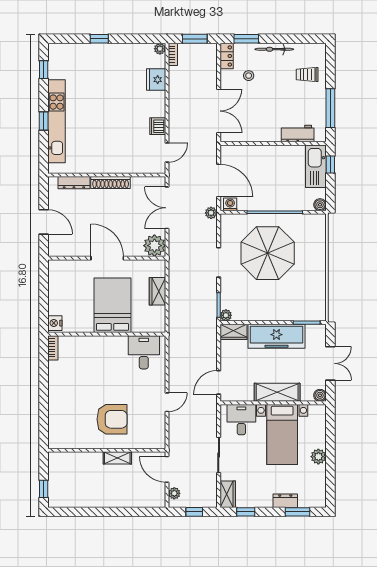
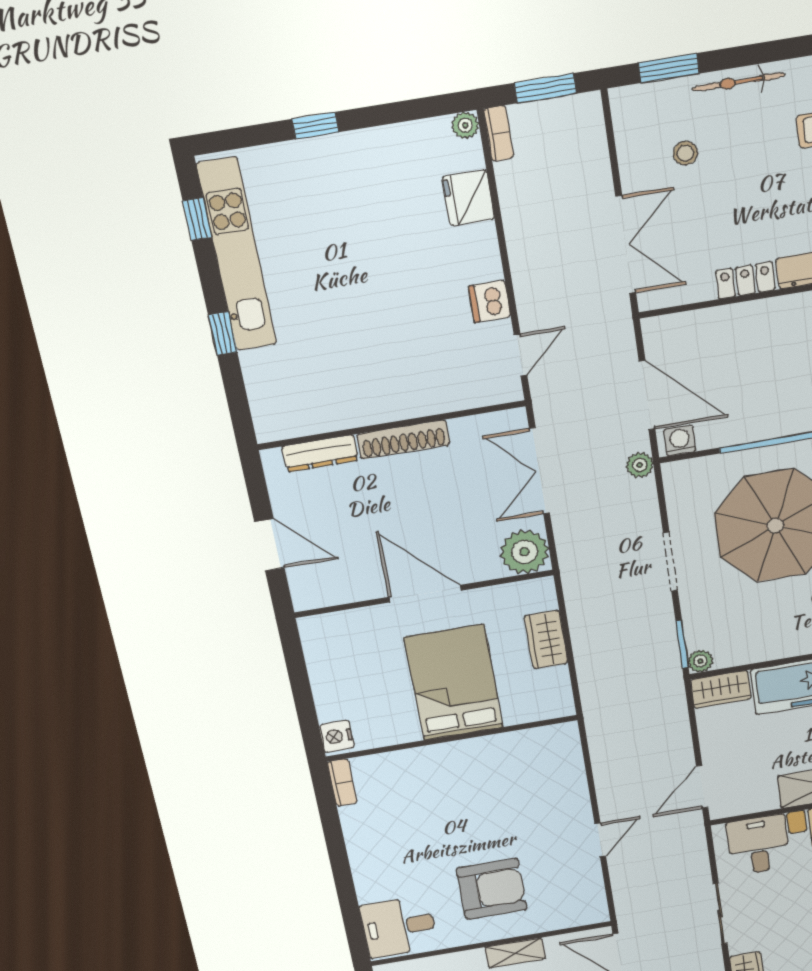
locker: (227, 56) -> (745, 280), moved, turned -90
kitchen unit: (57, 121) -> (237, 255), moved
desk: (144, 352) -> (399, 927), moved, turned -90

